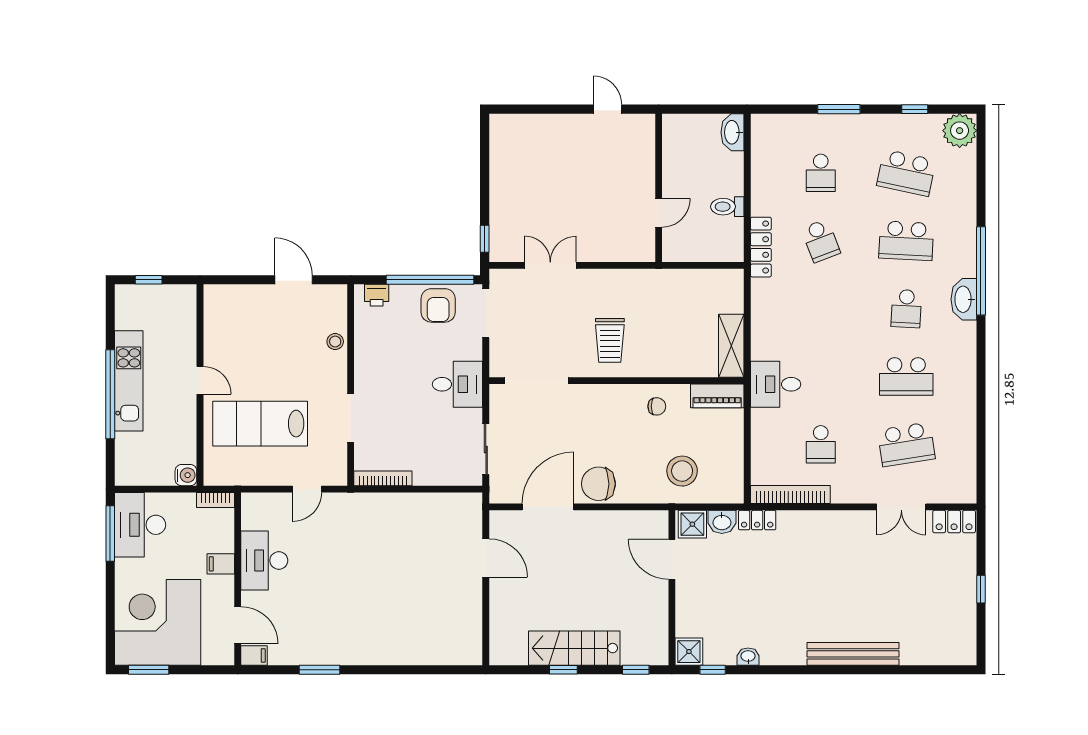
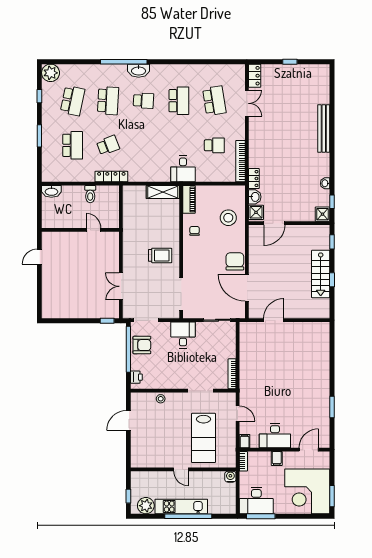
school desk: (821, 173) -> (73, 145), width x1.85
plant: (131, 313) -> (146, 506), added
door: (200, 380) -> (181, 469), swing flipped
chair: (598, 484) -> (235, 261), turned 180
filing cabinet: (254, 655) -> (245, 441), moved

